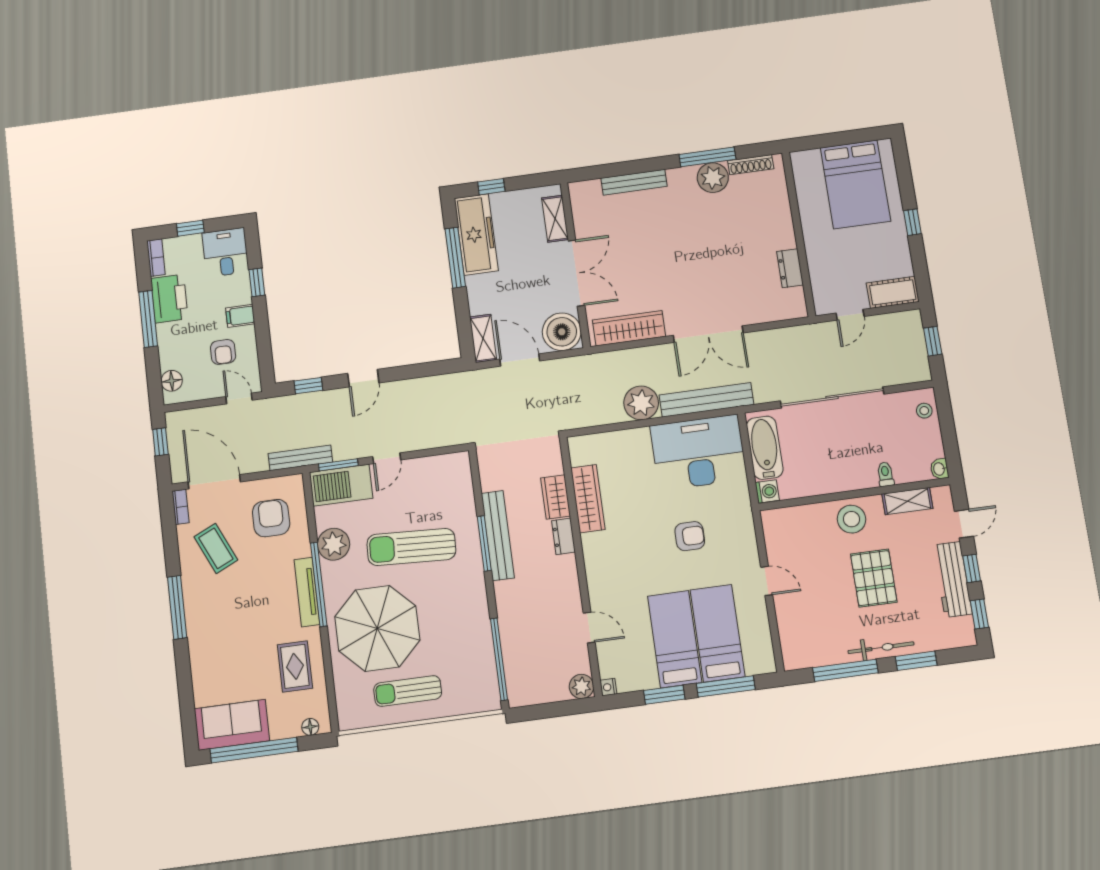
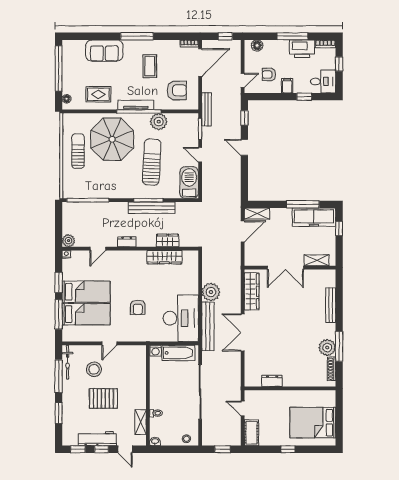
boiler: (562, 332) -> (255, 256), removed
barbecue: (341, 485) -> (189, 182), moved
stool: (851, 519) -> (94, 369), moved
dresser: (563, 536) -> (127, 242), moved
coffee table: (216, 548) -> (150, 66), moved, turned -65
bicycle: (881, 648) -> (68, 362), moved
sofa: (232, 725) -> (104, 51), moved, turned 90

